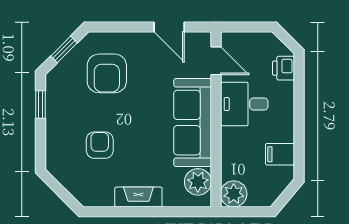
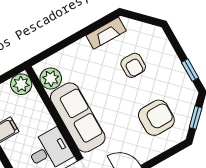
armchair: (107, 73) -> (156, 118), turned 90
fireplace: (138, 197) -> (106, 33), moved

